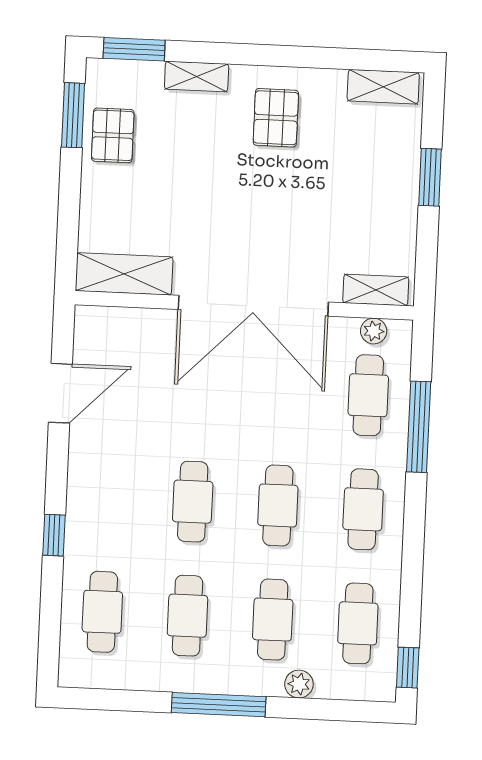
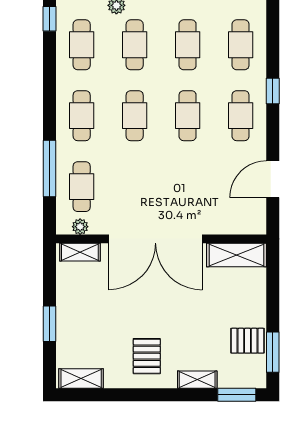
pallet: (113, 135) -> (248, 341), turned 90
double door: (253, 306) -> (155, 239), swing flipped
cafe table: (107, 498) -> (241, 116), added

